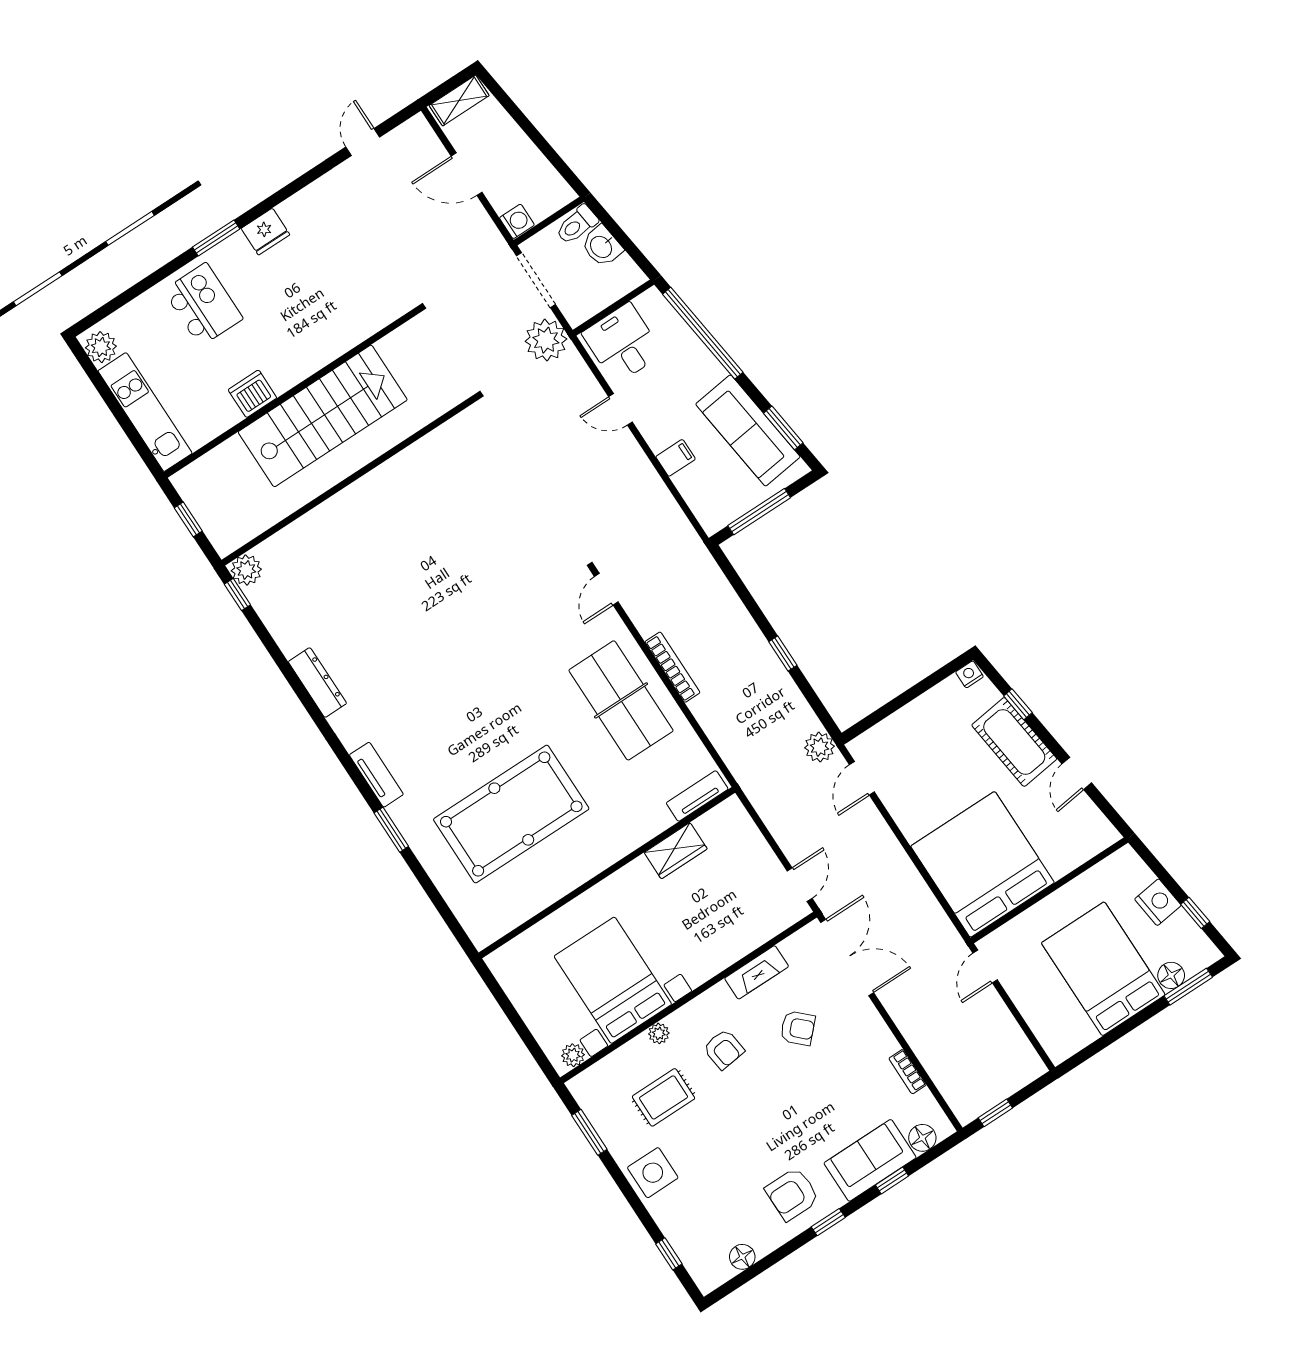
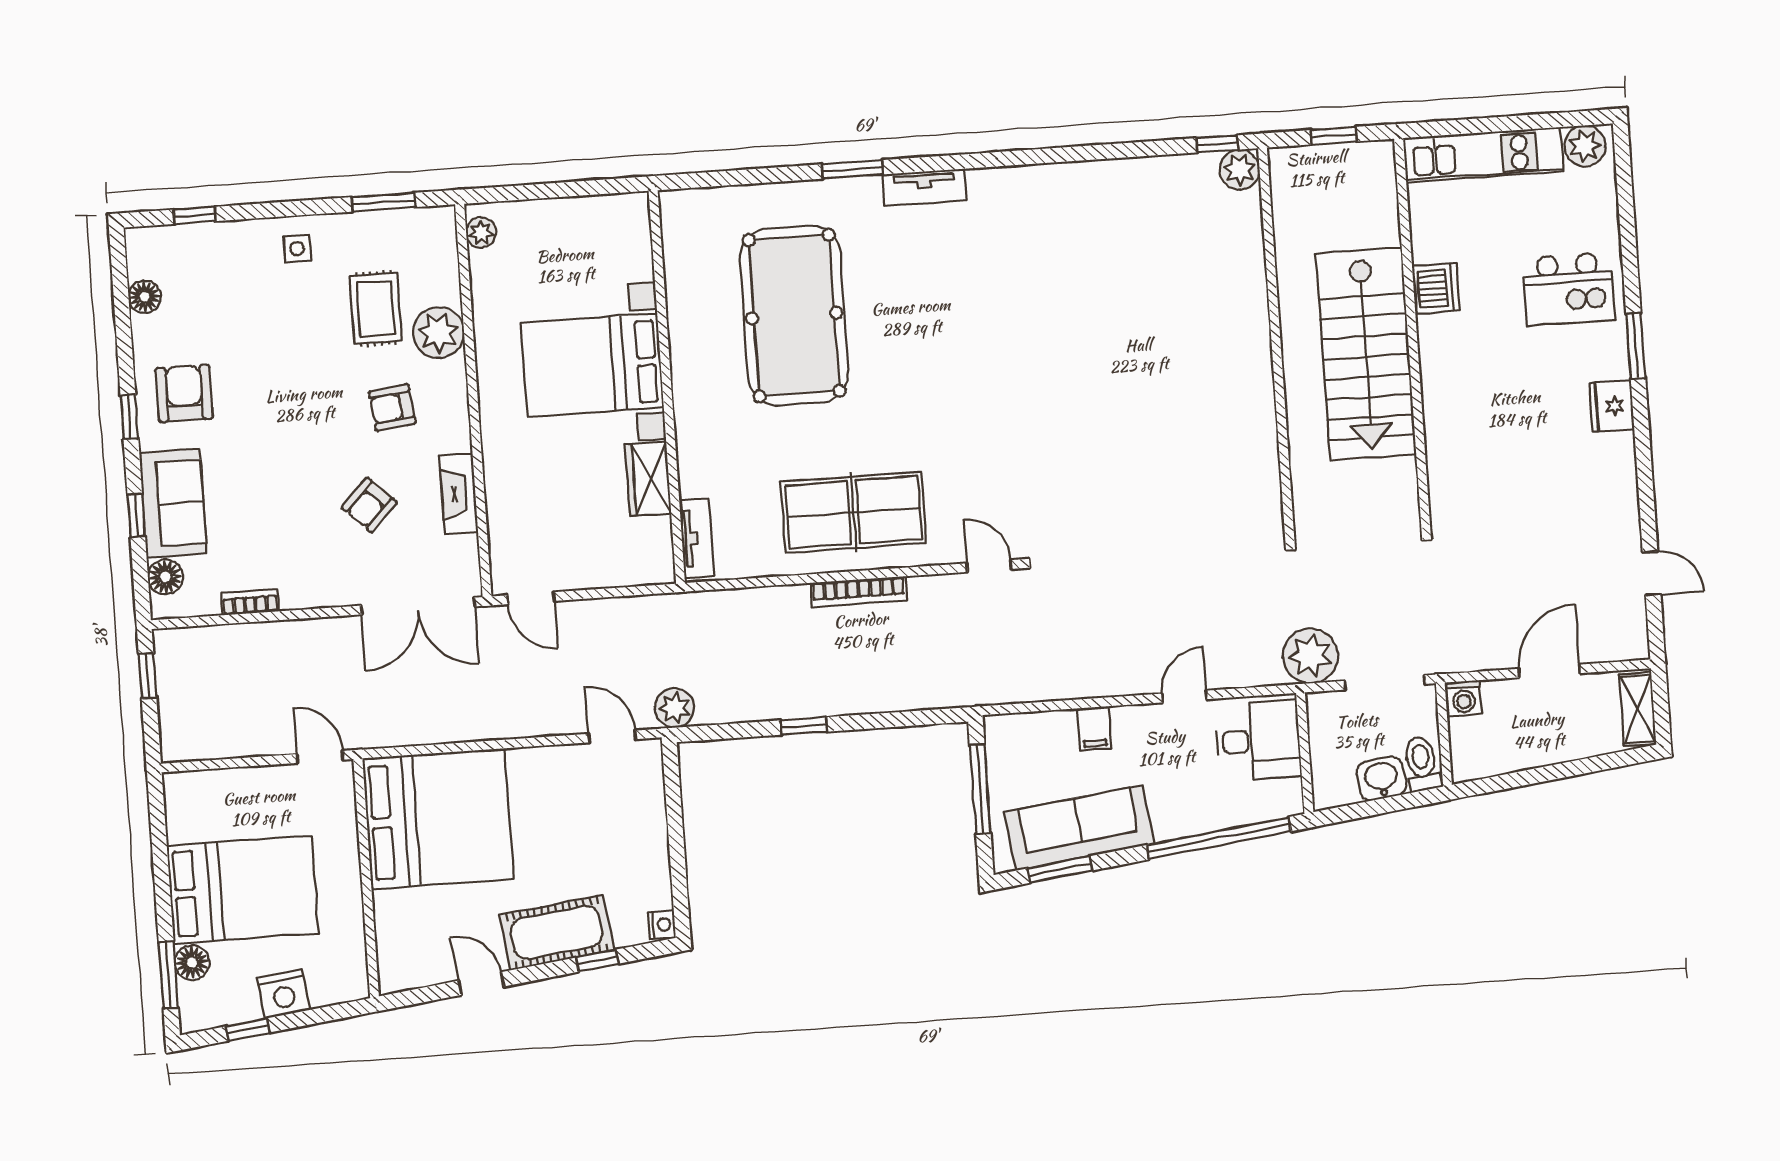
dresser: (317, 683) -> (1067, 179), removed
bed with nightstands: (613, 980) -> (592, 365), moved, turned 180
plant: (659, 1033) -> (439, 333), width x1.87, depth x1.87
side table: (653, 1173) -> (297, 249), width x0.54, depth x0.54

